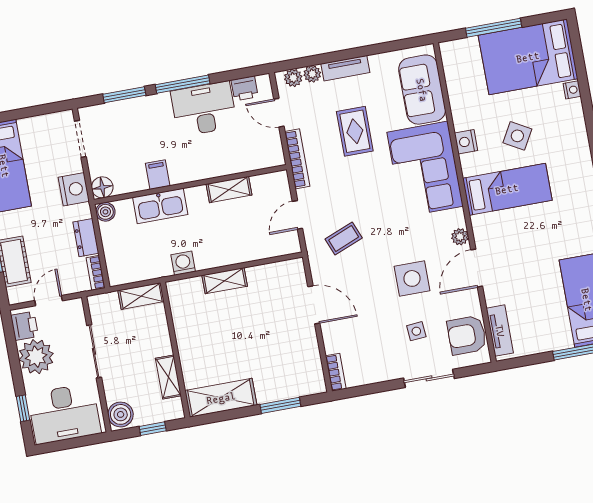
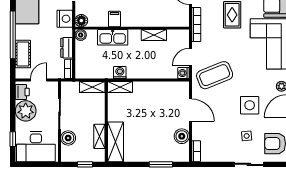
coffee table: (344, 238) -> (215, 75), width x1.86, depth x1.72
washing machine: (291, 244) -> (184, 73), added
shelving: (225, 281) -> (120, 87), moved
boiler: (307, 351) -> (182, 136), added
shelving: (221, 398) -> (115, 142), moved, turned 90
boiler: (121, 414) -> (68, 138), moved

